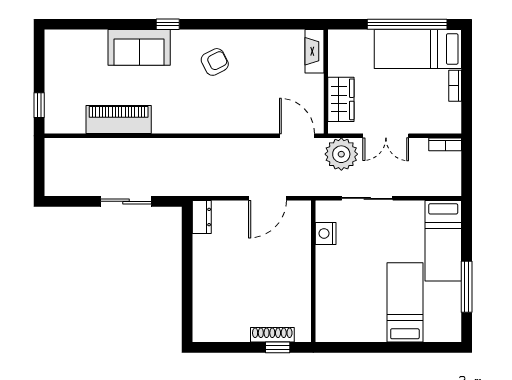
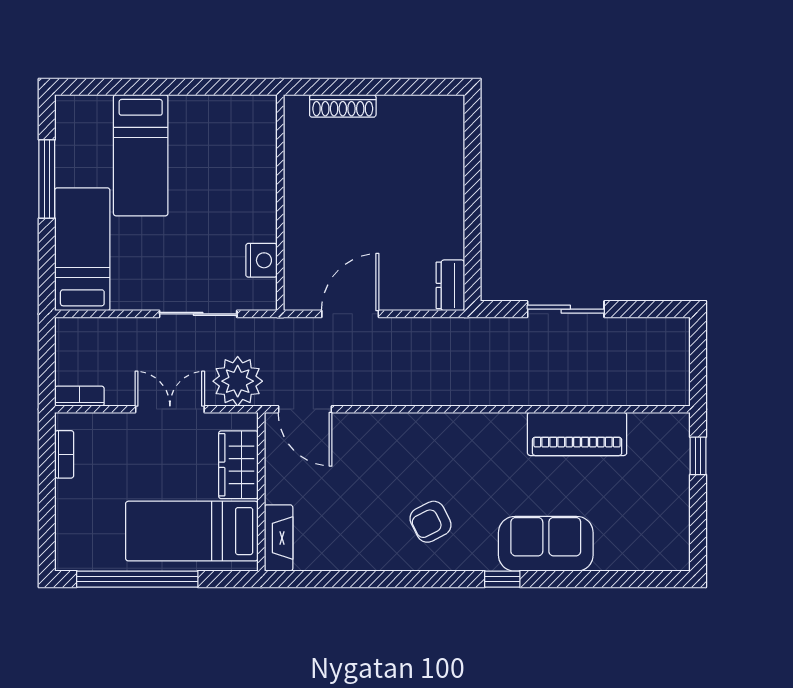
bed: (418, 49) -> (192, 531), moved, turned 180
bookcase: (455, 86) -> (64, 454), moved
window: (278, 347) -> (335, 87), removed

